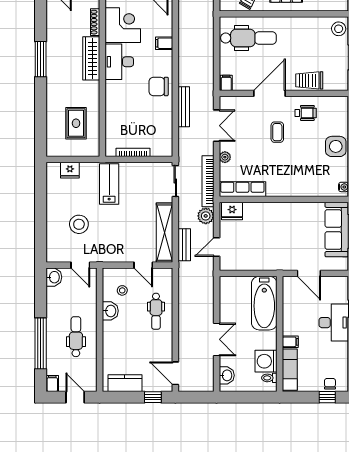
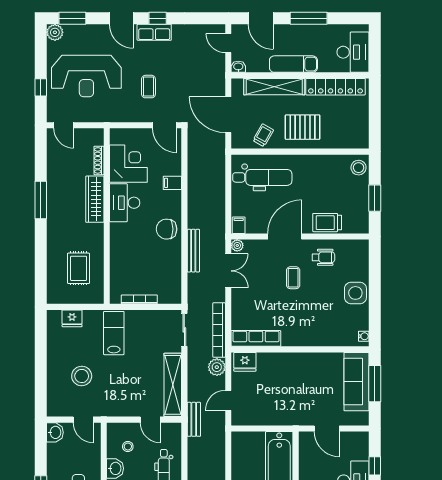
plant: (225, 157) -> (237, 245), moved
bench: (184, 245) -> (194, 419), moved

